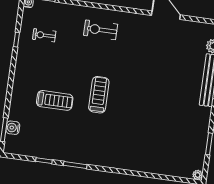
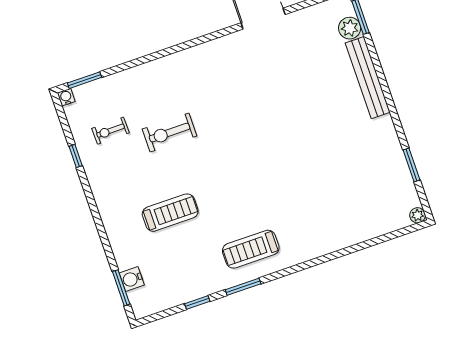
exercise bike: (101, 30) -> (170, 133), moved
treadmill: (99, 95) -> (251, 249), moved, turned -90

